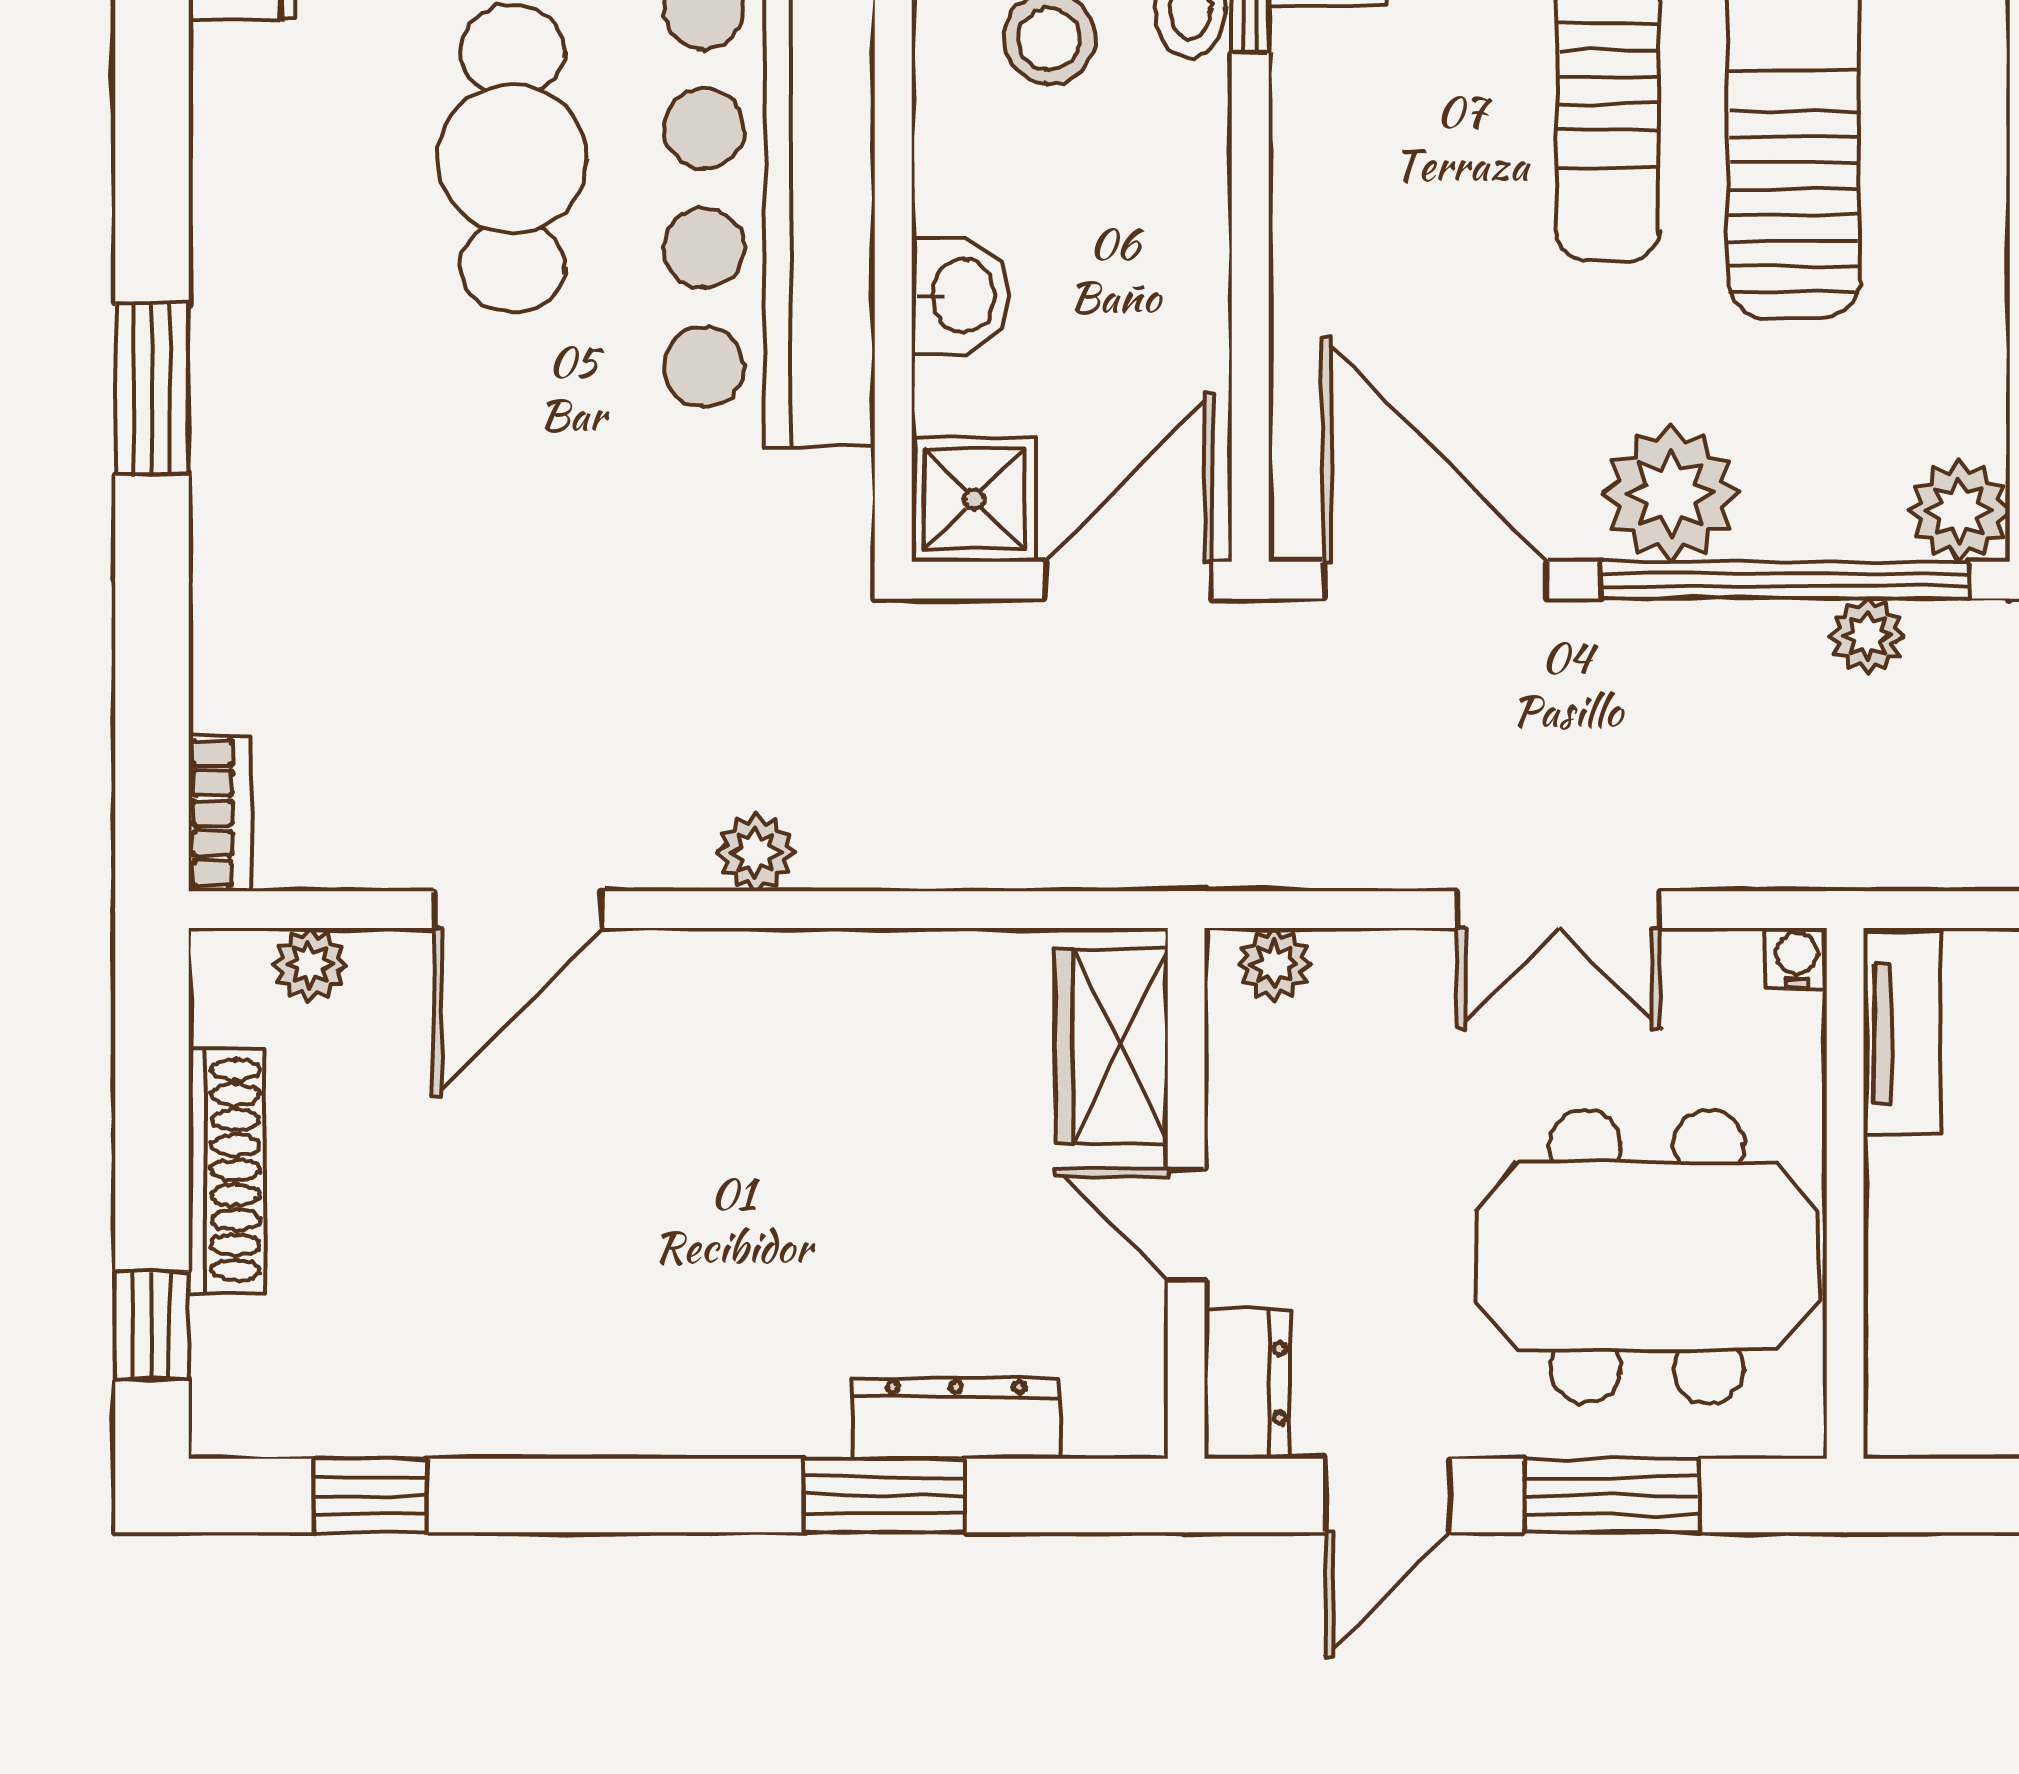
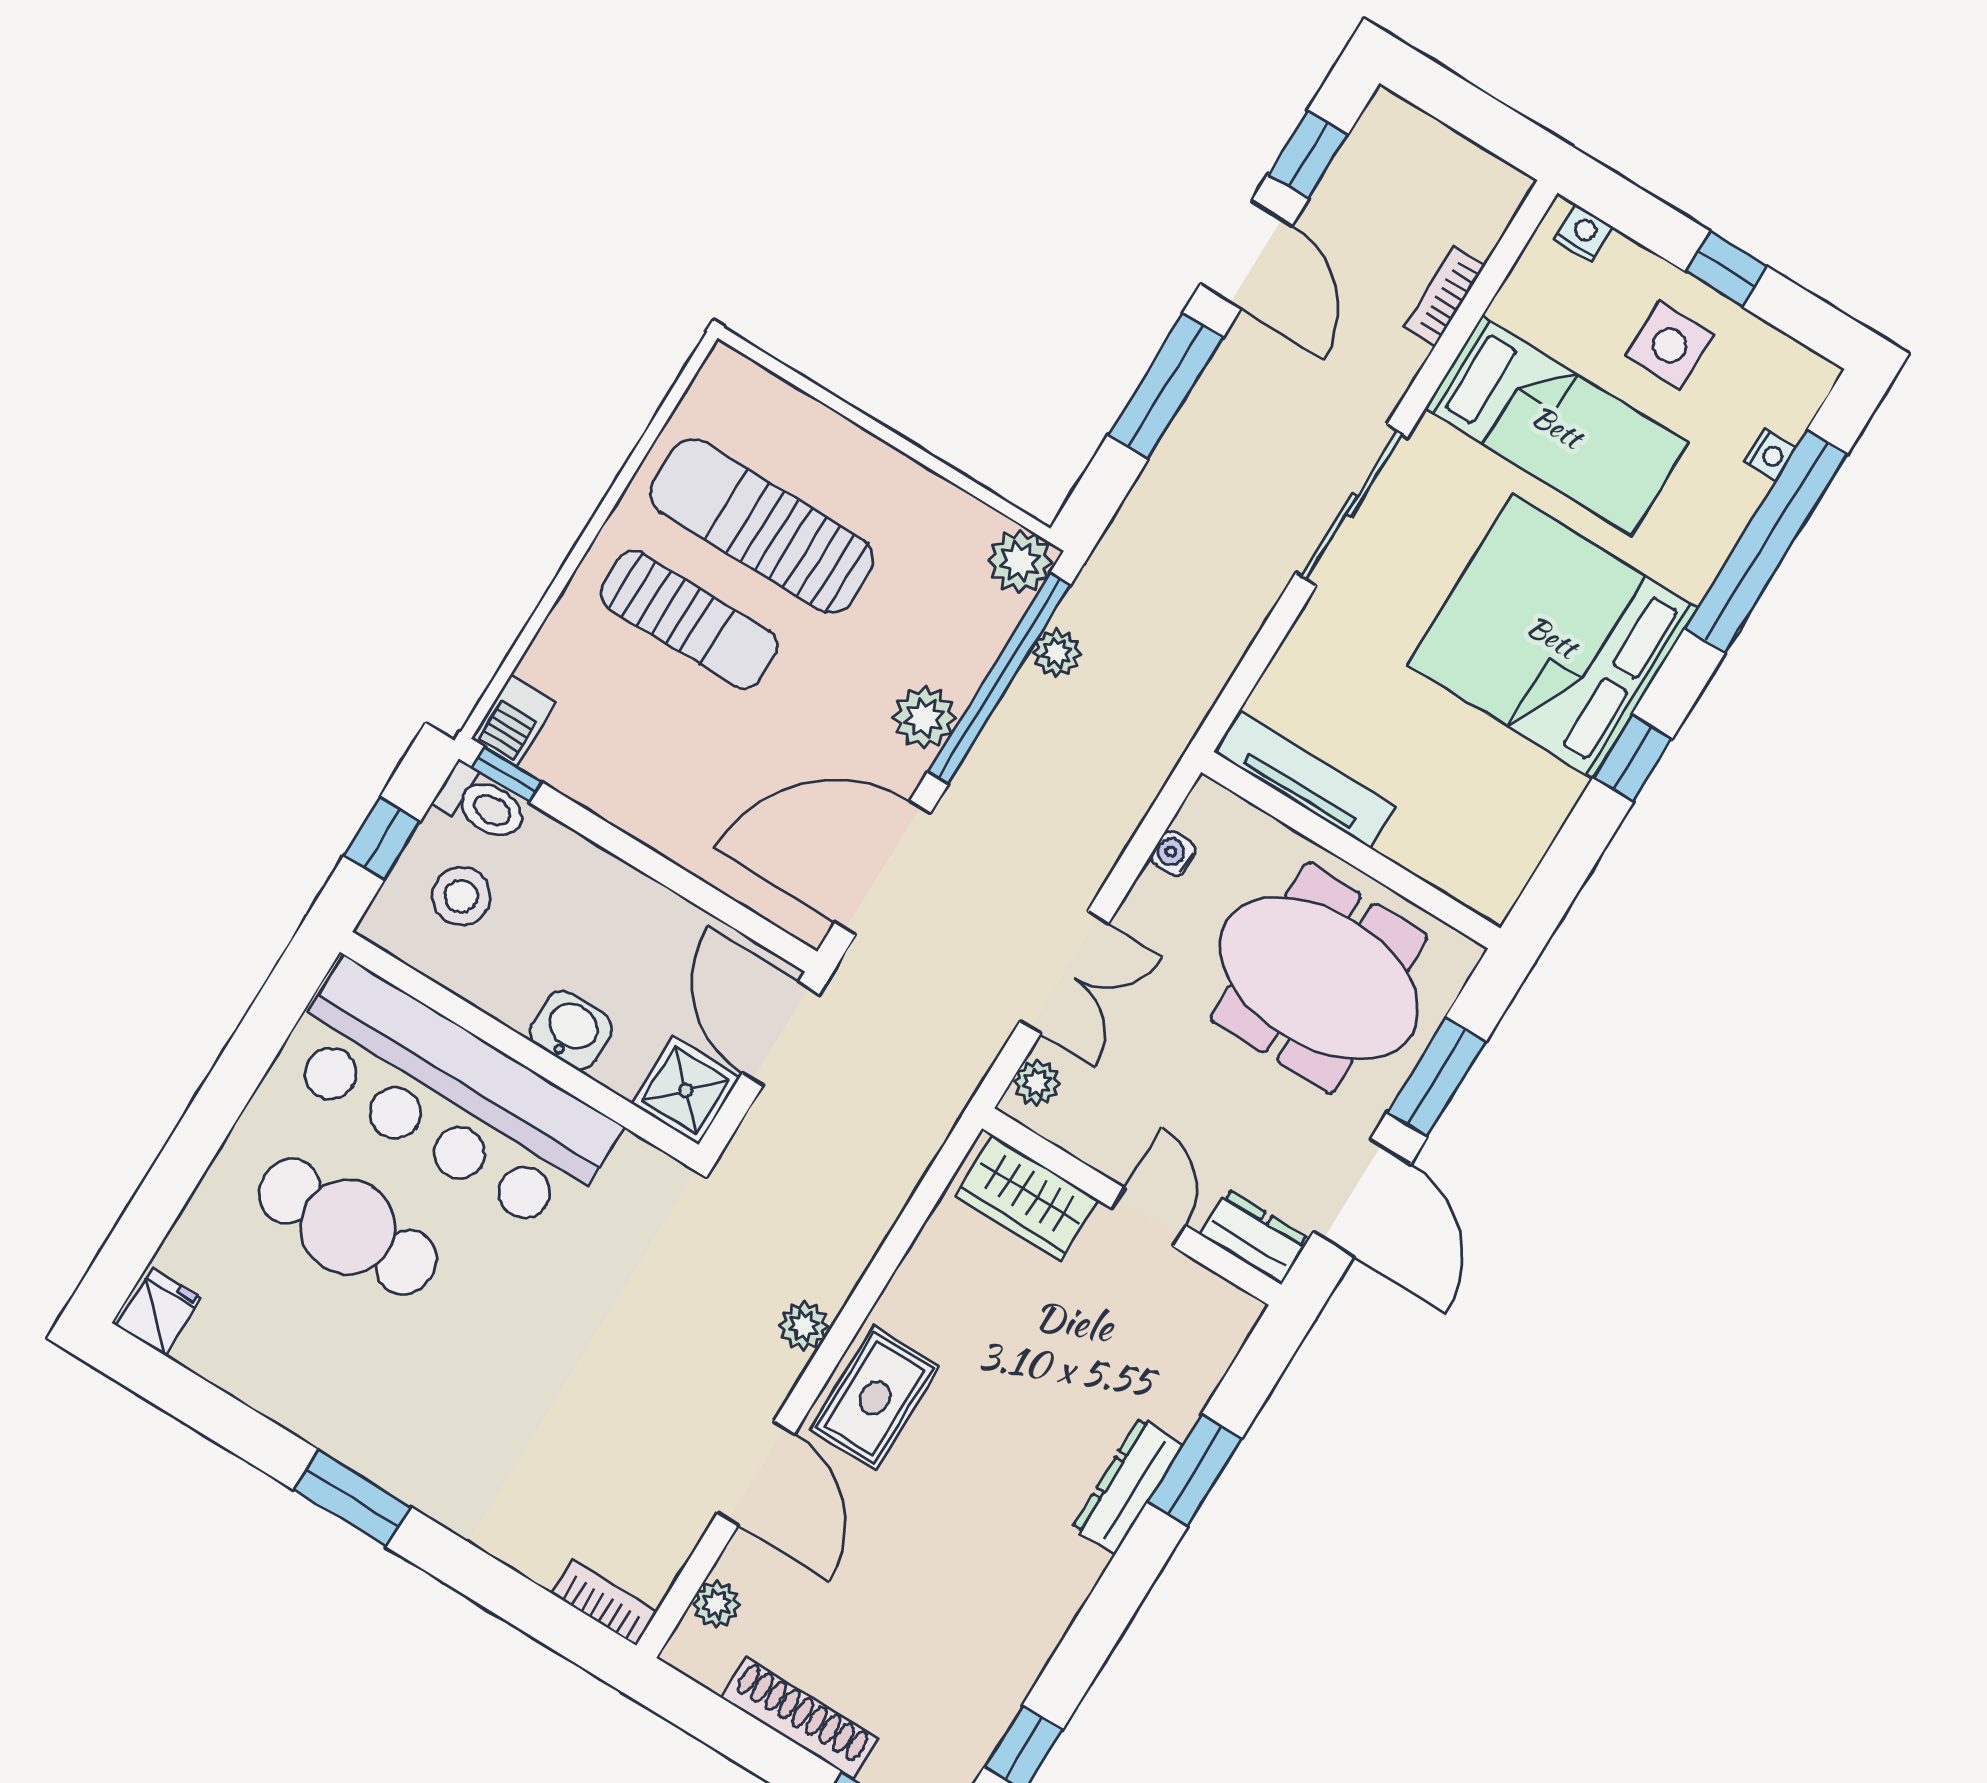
plant: (1671, 494) -> (924, 718), width x0.73, depth x0.73
double door: (1559, 910) -> (1064, 972), moved
water cooler: (1797, 958) -> (1174, 853), moved
rug: (717, 1007) -> (875, 1398), added
tv unit: (1902, 1033) -> (1306, 780), width x1.41
door: (1186, 1225) -> (1149, 1217), swing flipped
meeting table: (1647, 1256) -> (1319, 978), turned 90
dresser: (956, 1419) -> (1128, 1486), moved
door: (1388, 1495) -> (1362, 1198), width x1.38

